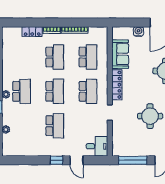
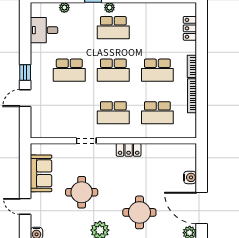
locker: (32, 32) -> (190, 28), moved
sofa: (120, 54) -> (41, 173), moved, turned -90
locker: (117, 85) -> (129, 150), width x0.66
desk: (97, 146) -> (44, 30), moved, turned 90
window: (133, 160) -> (25, 170), removed

